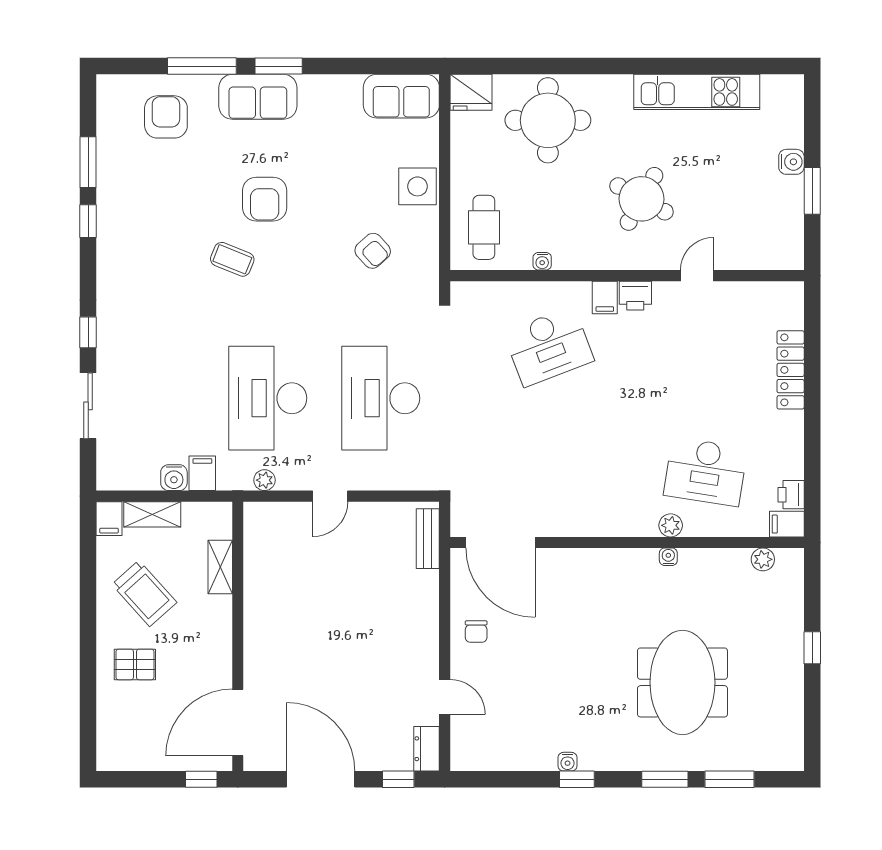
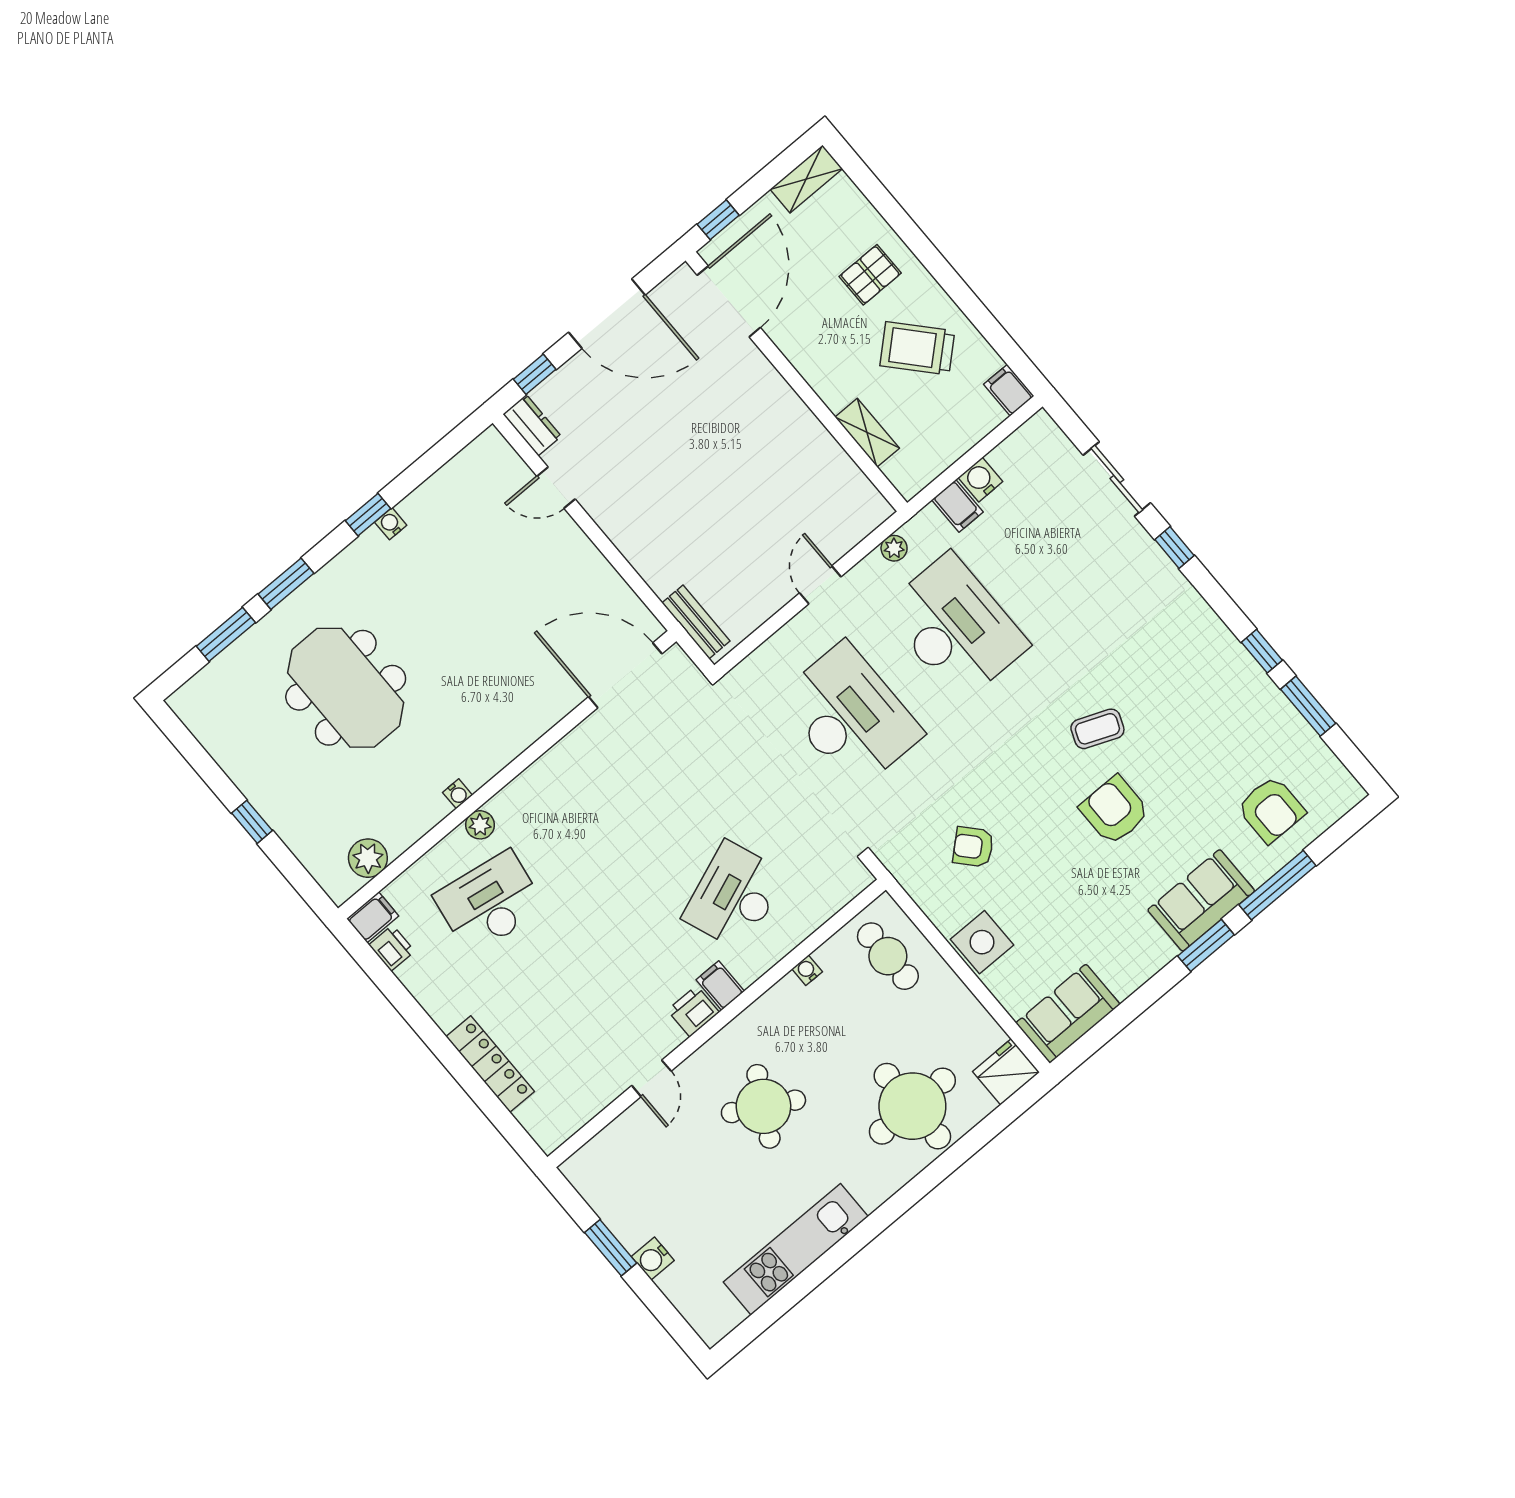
shelving: (152, 514) -> (806, 179), moved
plant: (763, 559) -> (368, 858), width x1.38, depth x1.38
chair: (476, 632) -> (578, 573), removed

